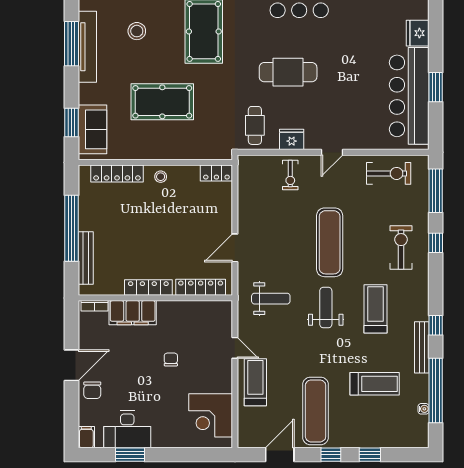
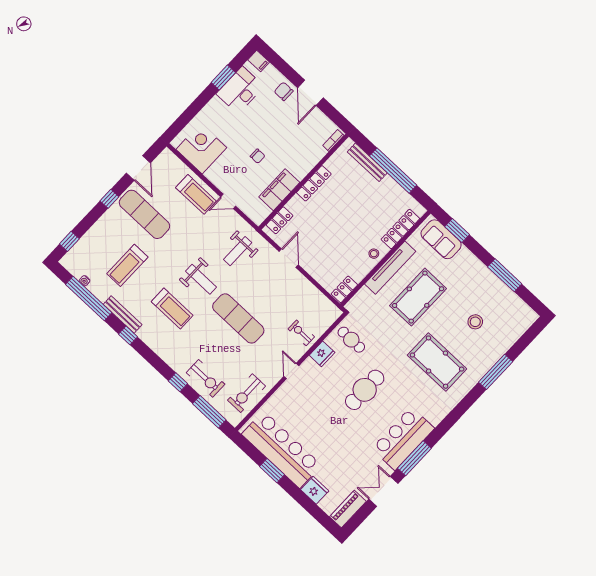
tv unit: (87, 47) -> (390, 268), moved, turned -90
exercise bike: (401, 247) -> (206, 378), moved
locker: (201, 287) -> (280, 220), width x0.66
filing cabinet: (133, 313) -> (279, 190), moved
window: (370, 455) -> (69, 241), moved

